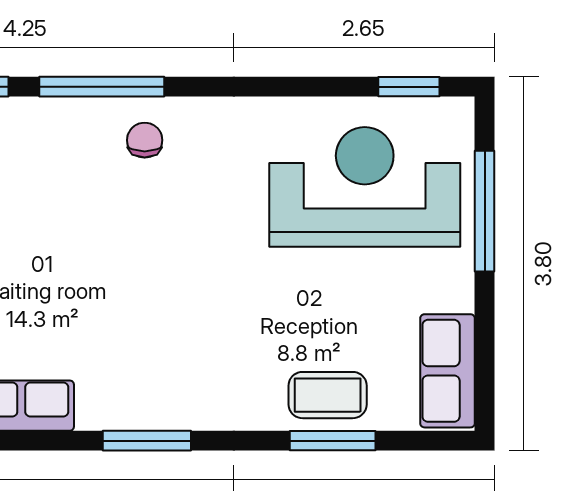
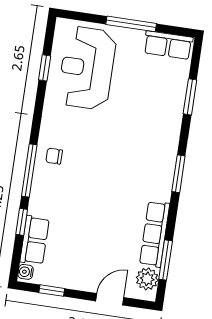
window: (409, 87) -> (45, 68), moved
window: (485, 211) -> (131, 24), moved
coffee table: (328, 395) -> (171, 96), removed

